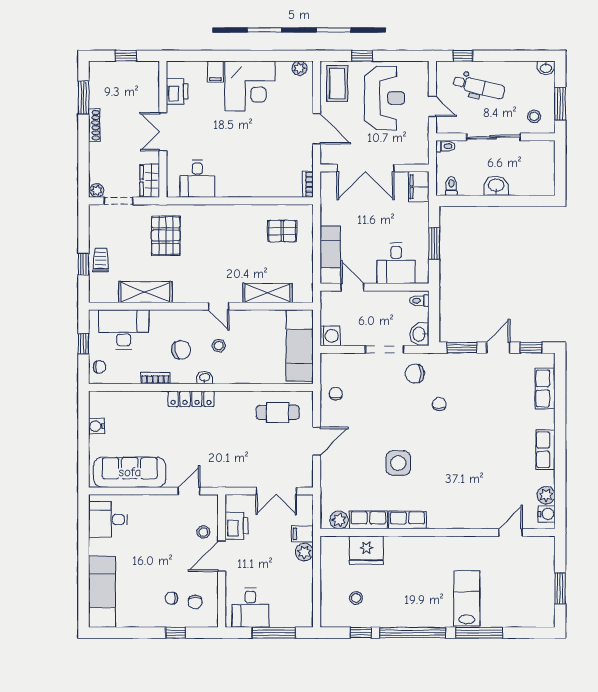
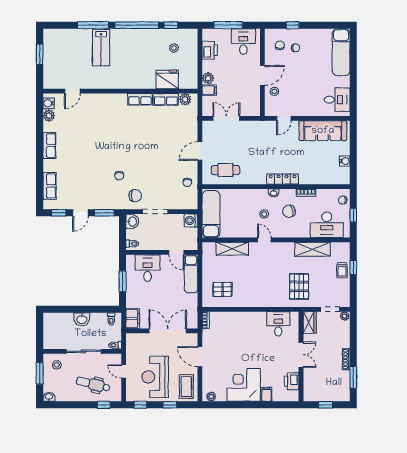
window: (407, 56) -> (140, 405), added
side table: (398, 463) -> (146, 137), removed
printer: (237, 526) -> (210, 50), moved, turned 180

